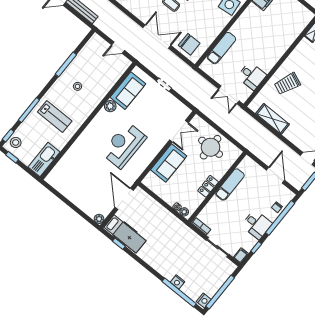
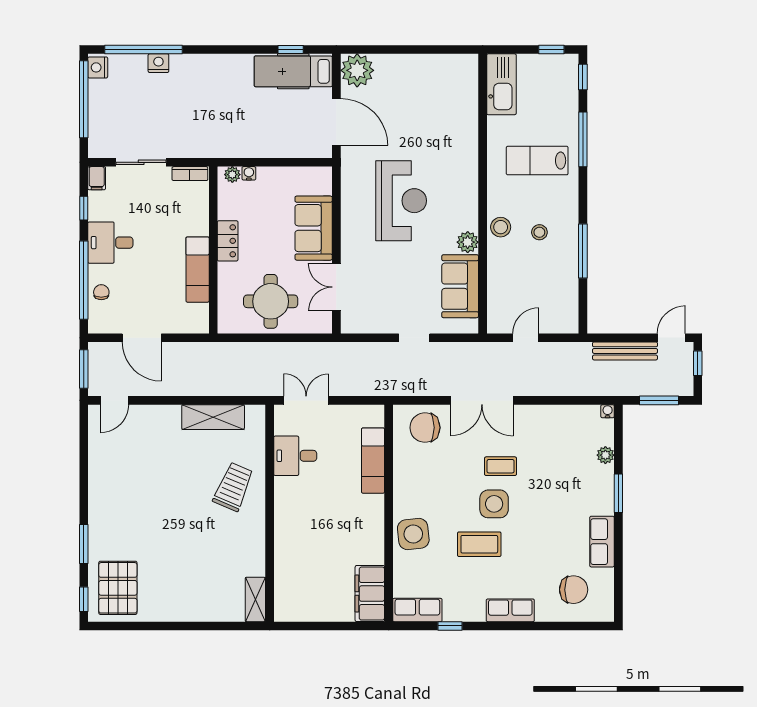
stool: (16, 142) -> (501, 227), moved
plant: (99, 219) -> (357, 70), width x1.88, depth x1.88

